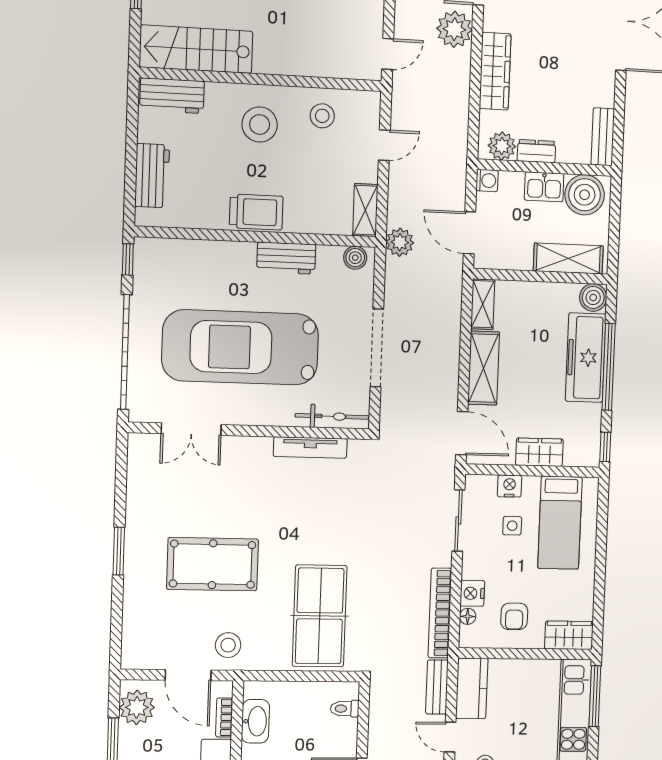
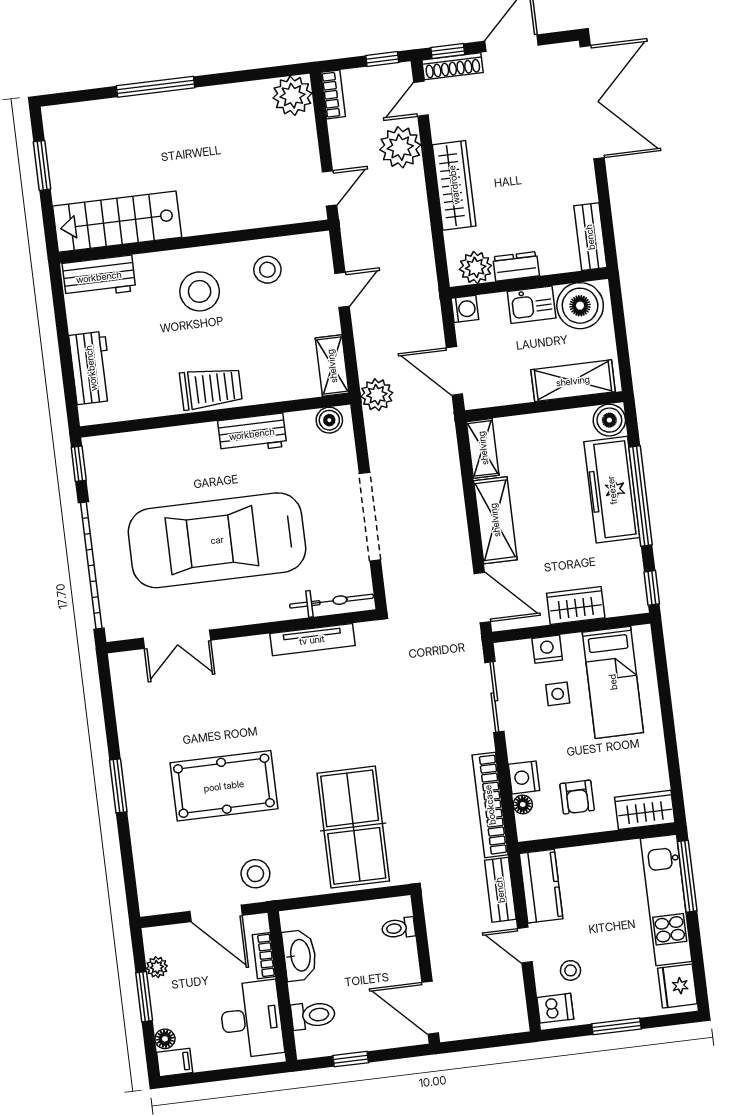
plant: (137, 707) -> (157, 967), width x0.53, depth x0.53

